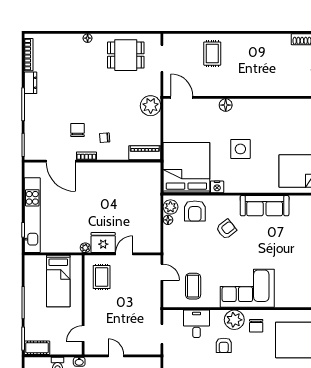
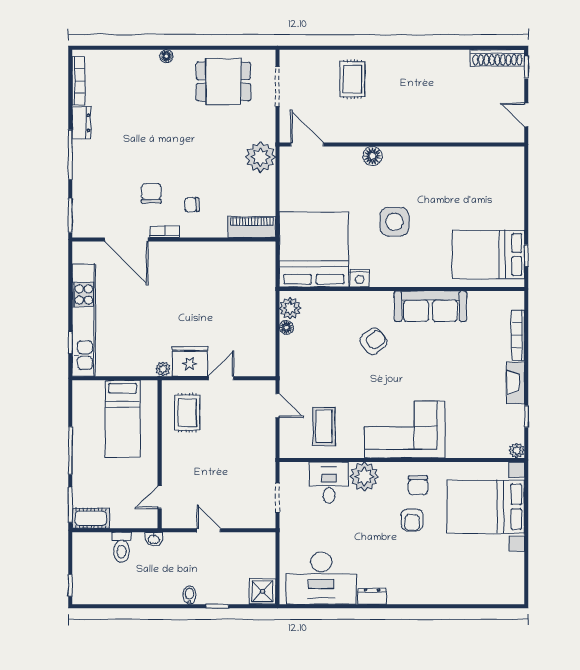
armchair: (195, 211) -> (326, 314), removed
plant: (234, 320) -> (364, 477), moved
armchair: (224, 345) -> (412, 520), moved

